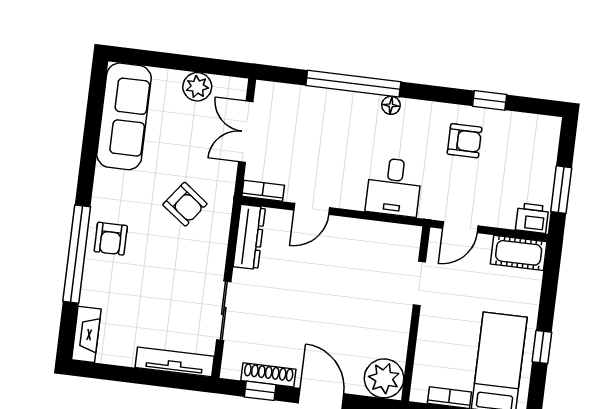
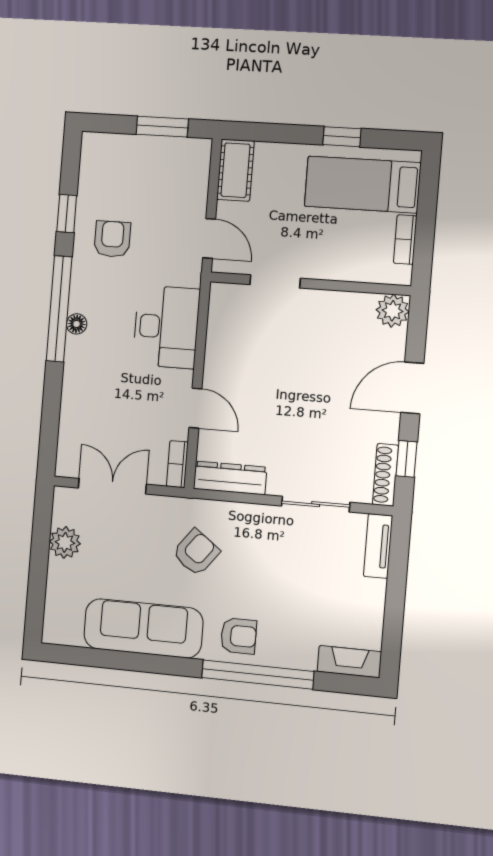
window: (353, 84) -> (59, 309), moved
sofa: (124, 116) -> (143, 628), moved
double door: (246, 132) -> (112, 486), swing flipped
desk: (394, 187) -> (166, 327), width x1.37
printer: (532, 218) -> (196, 158), removed
tv unit: (175, 362) -> (378, 546), width x0.71
shoe rack: (268, 375) -> (385, 475), moved
plant: (384, 378) -> (393, 311), width x0.73, depth x0.73

